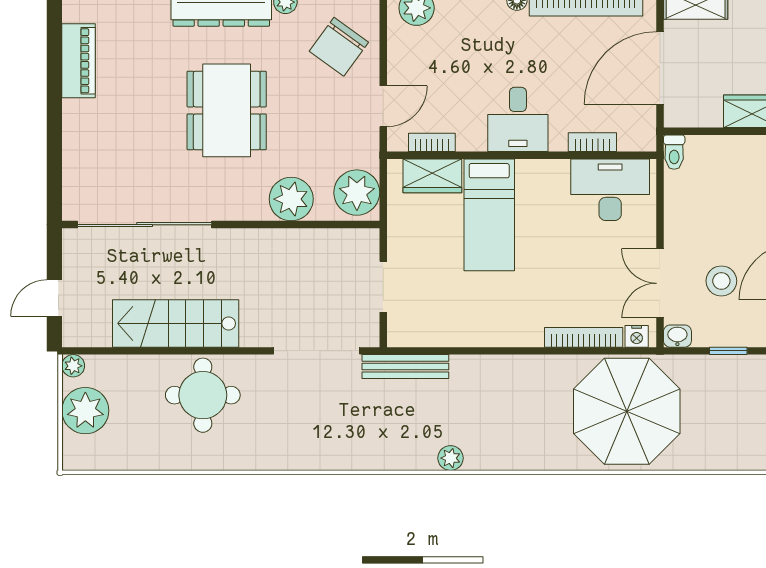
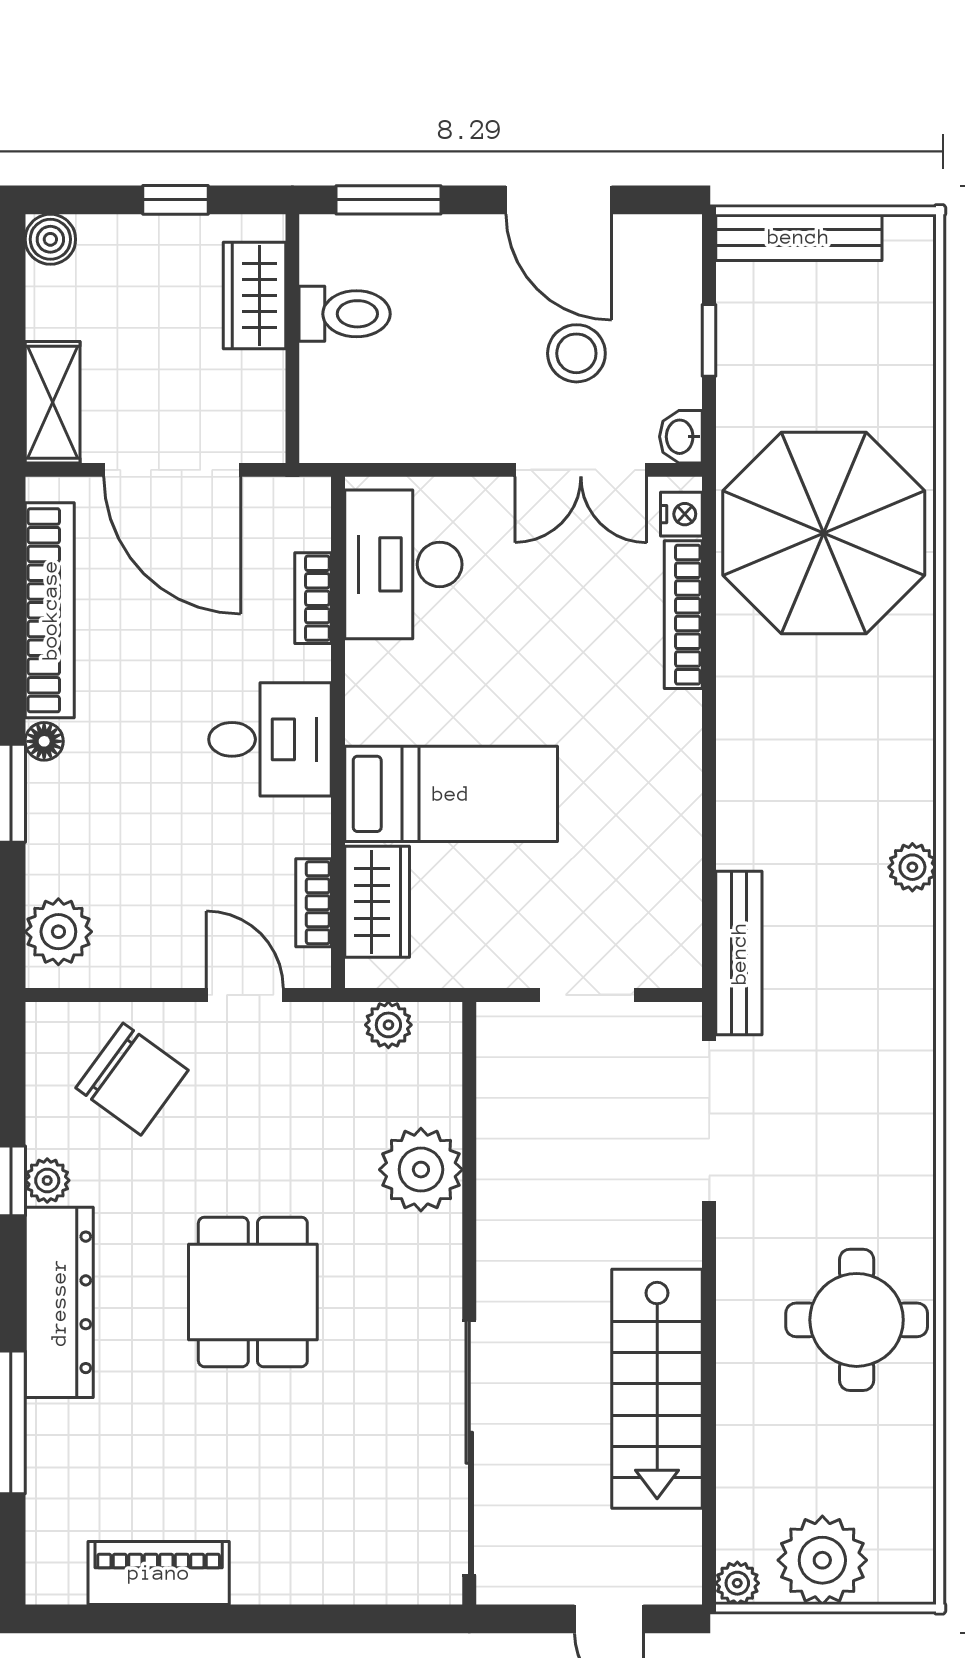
dining table: (227, 110) -> (253, 1292), width x0.73
toilet: (674, 152) -> (345, 314), moved, width x1.37, depth x1.39
plant: (357, 193) -> (388, 1025), width x0.53, depth x0.53
round table: (203, 395) -> (857, 1320), moved

